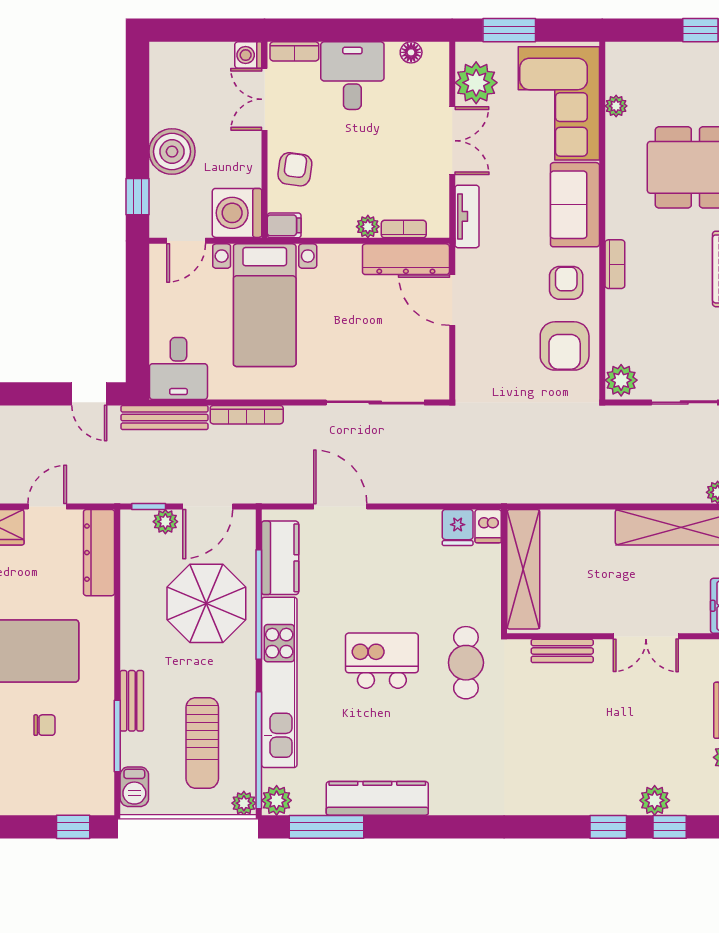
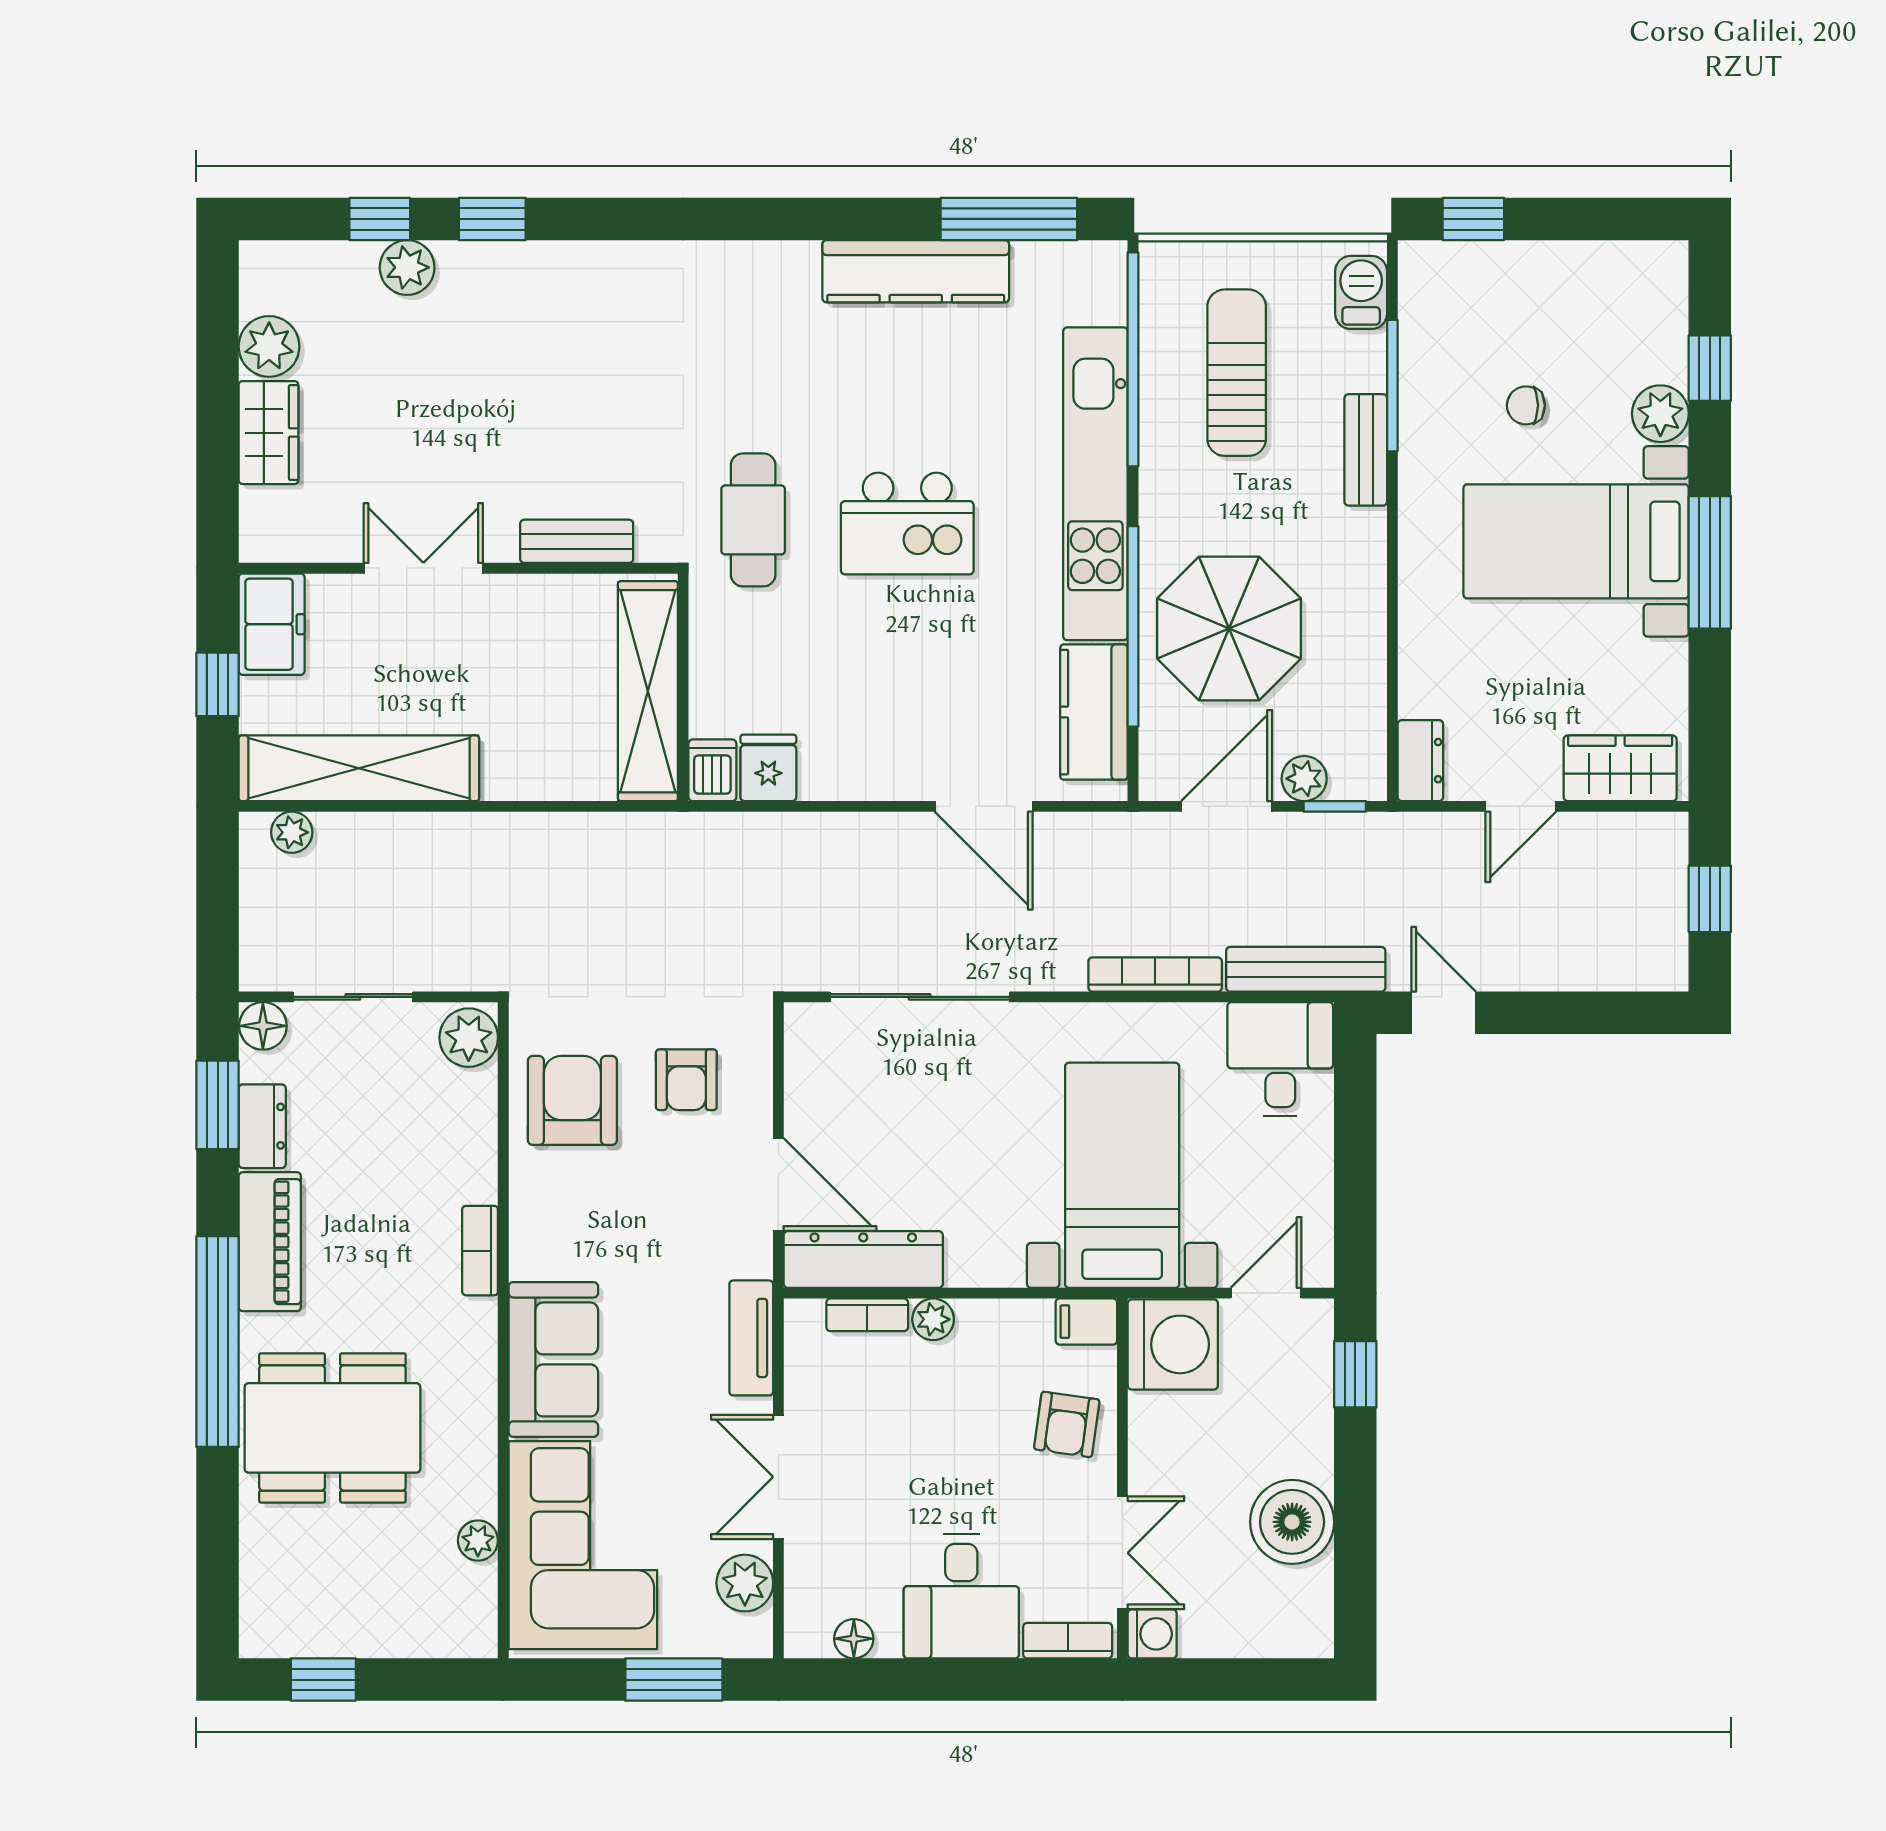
plant: (476, 83) -> (745, 1583), width x0.73, depth x0.73
boiler: (172, 152) -> (1292, 1522), moved
armchair: (566, 283) -> (686, 1080), moved
dresser: (99, 553) -> (1420, 761), width x0.51, depth x0.80
plant: (277, 800) -> (1100, 267), removed
plant: (244, 803) -> (1160, 262), removed

